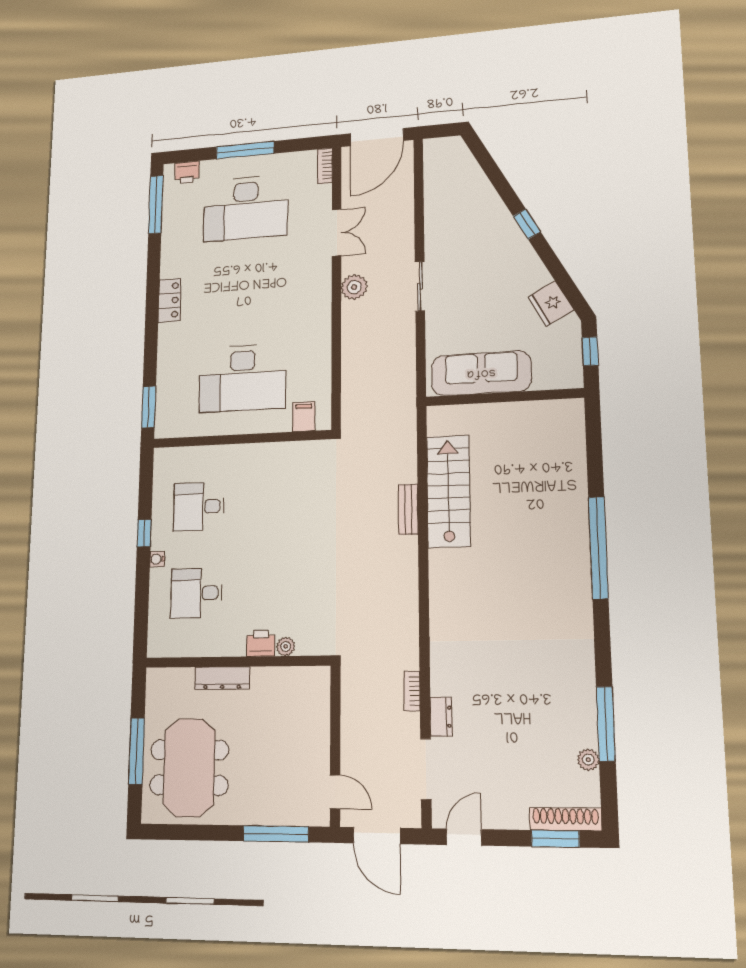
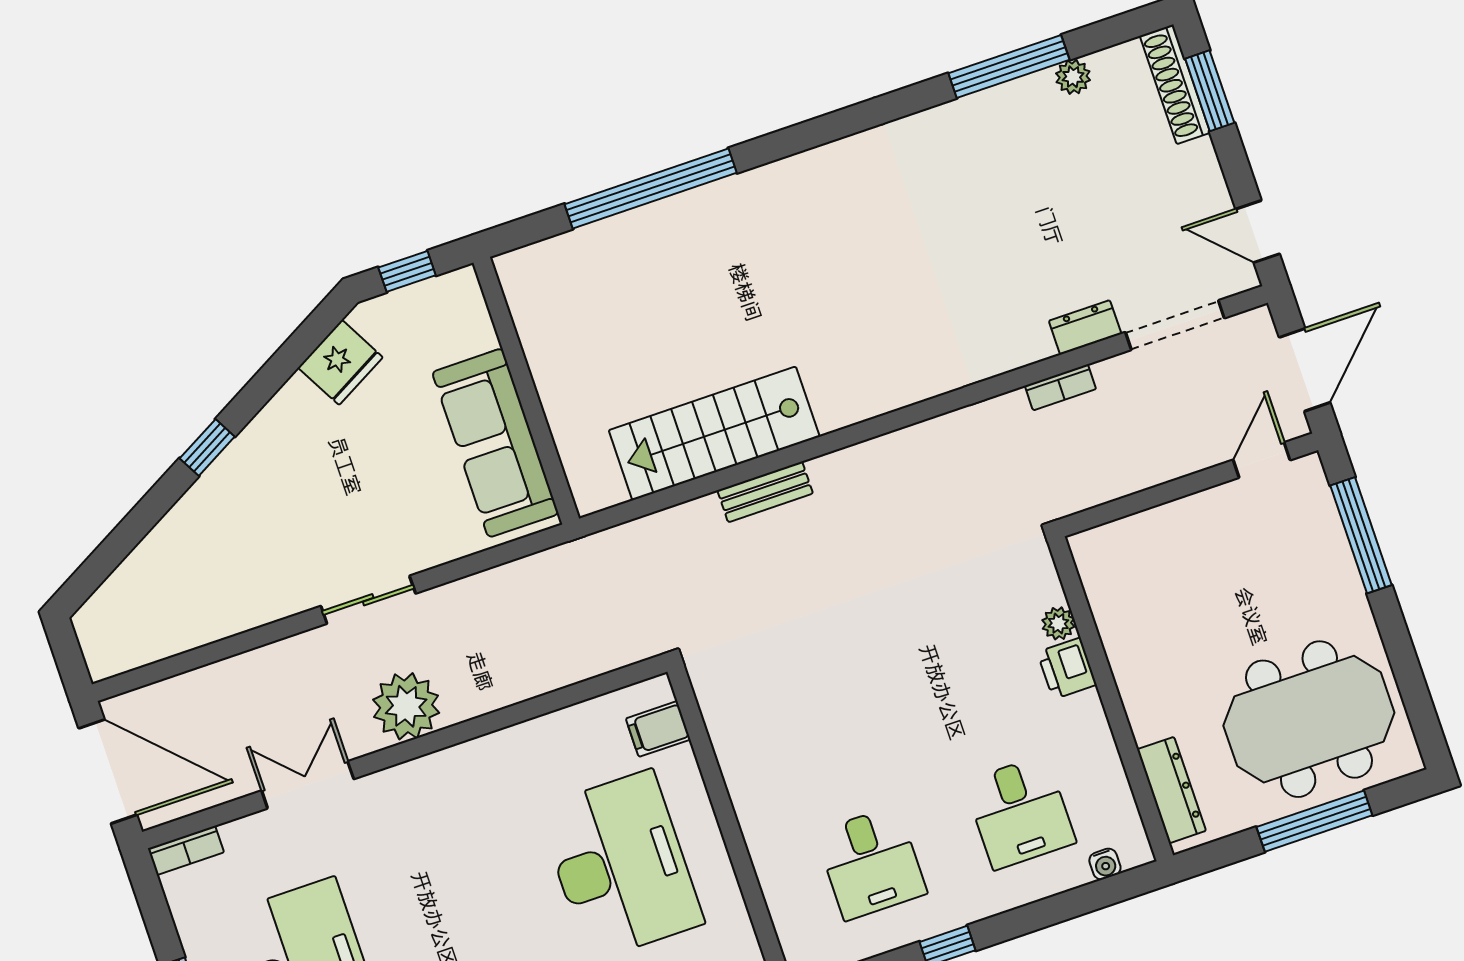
plant: (354, 287) -> (406, 706), width x1.36, depth x1.36
window: (598, 548) -> (651, 188), moved
water cooler: (157, 559) -> (1105, 864), moved
dresser: (222, 678) -> (1171, 790), moved

